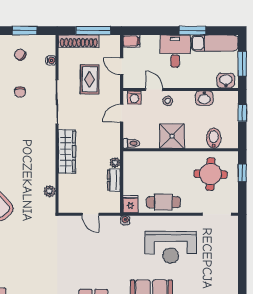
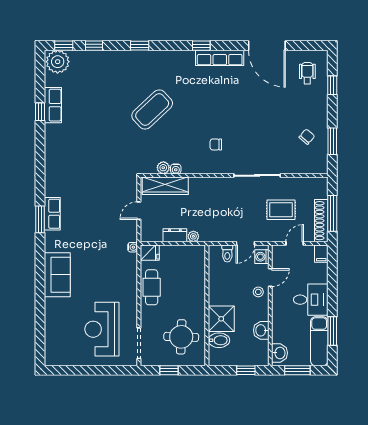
window: (192, 31) -> (332, 331), moved
shoe rack: (79, 41) -> (321, 221), moved
water cooler: (51, 60) -> (176, 169), moved
chair: (20, 92) -> (216, 144), moved
door: (122, 113) -> (245, 243), swing flipped
shower: (172, 136) -> (221, 319), moved
toilet: (131, 143) -> (227, 254), moved
wardrobe: (67, 151) -> (165, 186), moved
window: (242, 173) -> (169, 370), moved
reception desk: (171, 247) -> (102, 329), moved

